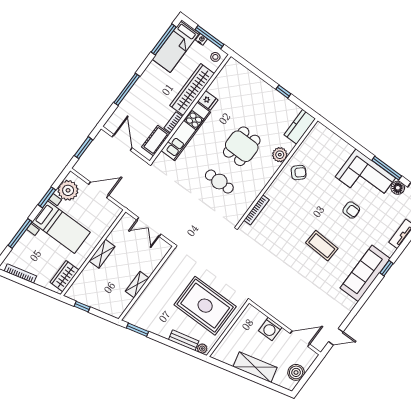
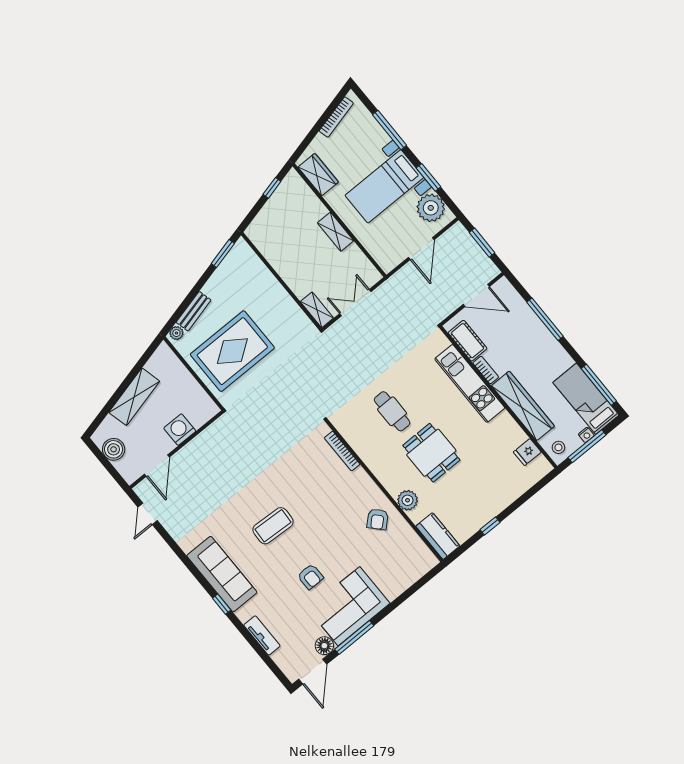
fridge: (208, 100) -> (527, 452), moved
cafe table: (219, 182) -> (392, 411), turned 90
armchair: (351, 210) -> (310, 577), turned -90
shelving: (137, 285) -> (317, 310), moved

